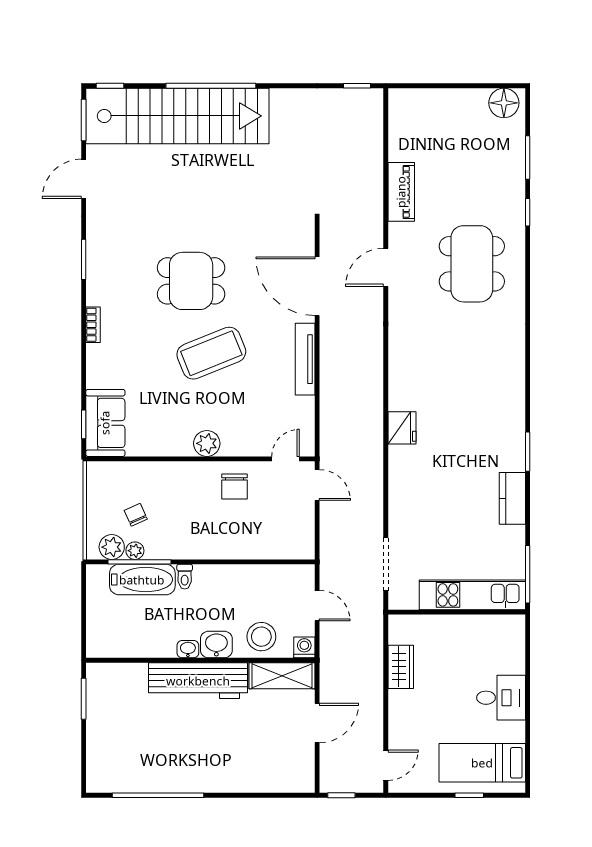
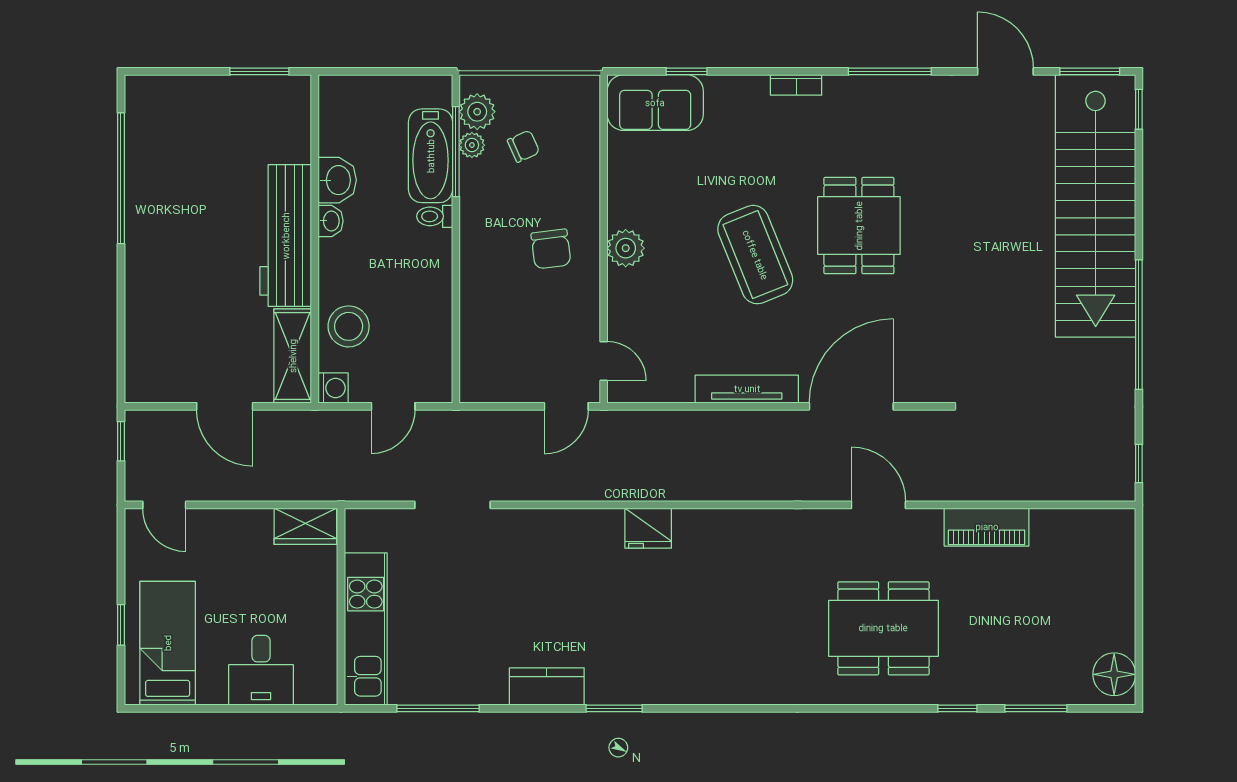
window: (211, 86) -> (1139, 325), moved
window: (84, 259) -> (890, 71), width x1.44
window: (84, 424) -> (687, 71), moved
chair: (234, 486) -> (551, 249), moved, turned -97
kitchen unit: (472, 595) -> (366, 629), moved
wall: (457, 612) -> (341, 607), moved
washbasin: (216, 645) -> (337, 180), moved

